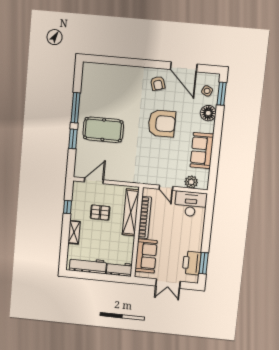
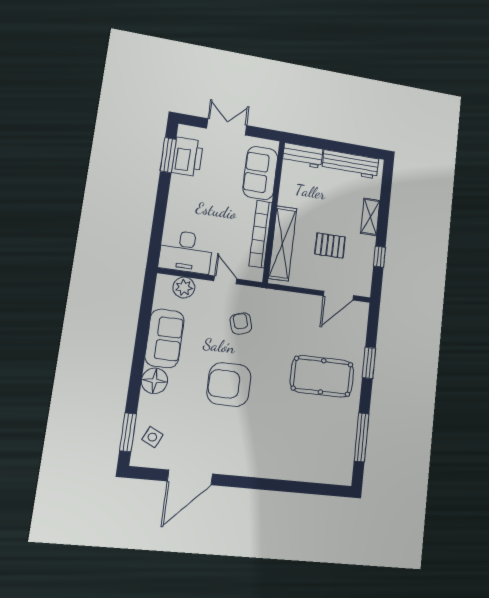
door: (184, 67) -> (190, 477), swing flipped
armchair: (158, 83) -> (241, 324), moved
window: (76, 108) -> (362, 437), moved
floor lamp: (208, 113) -> (155, 381), moved

